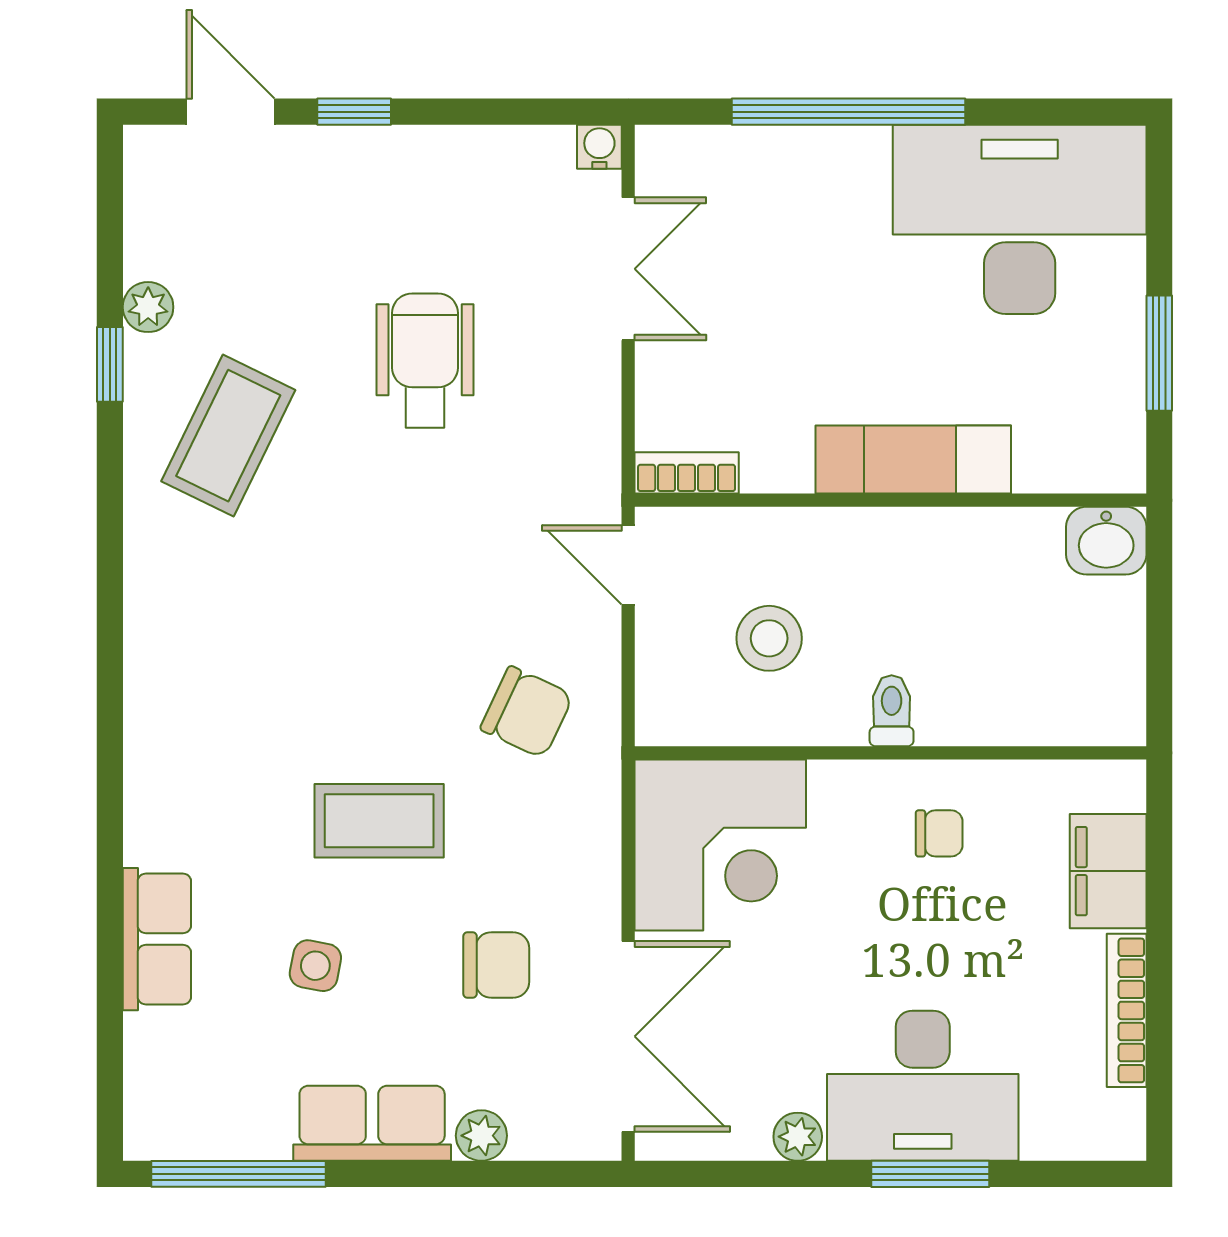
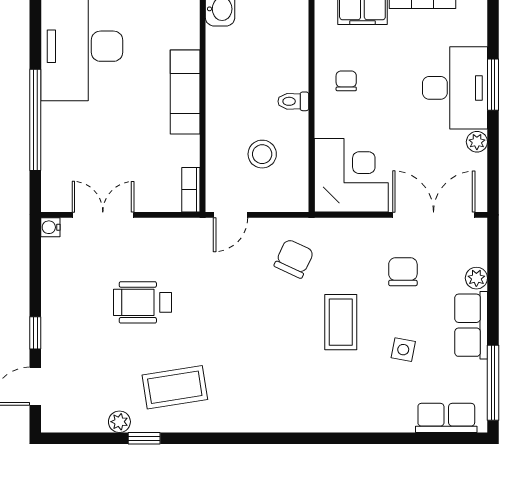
coffee table: (228, 436) -> (175, 387), turned -35
row of seats: (157, 939) -> (446, 418), moved

